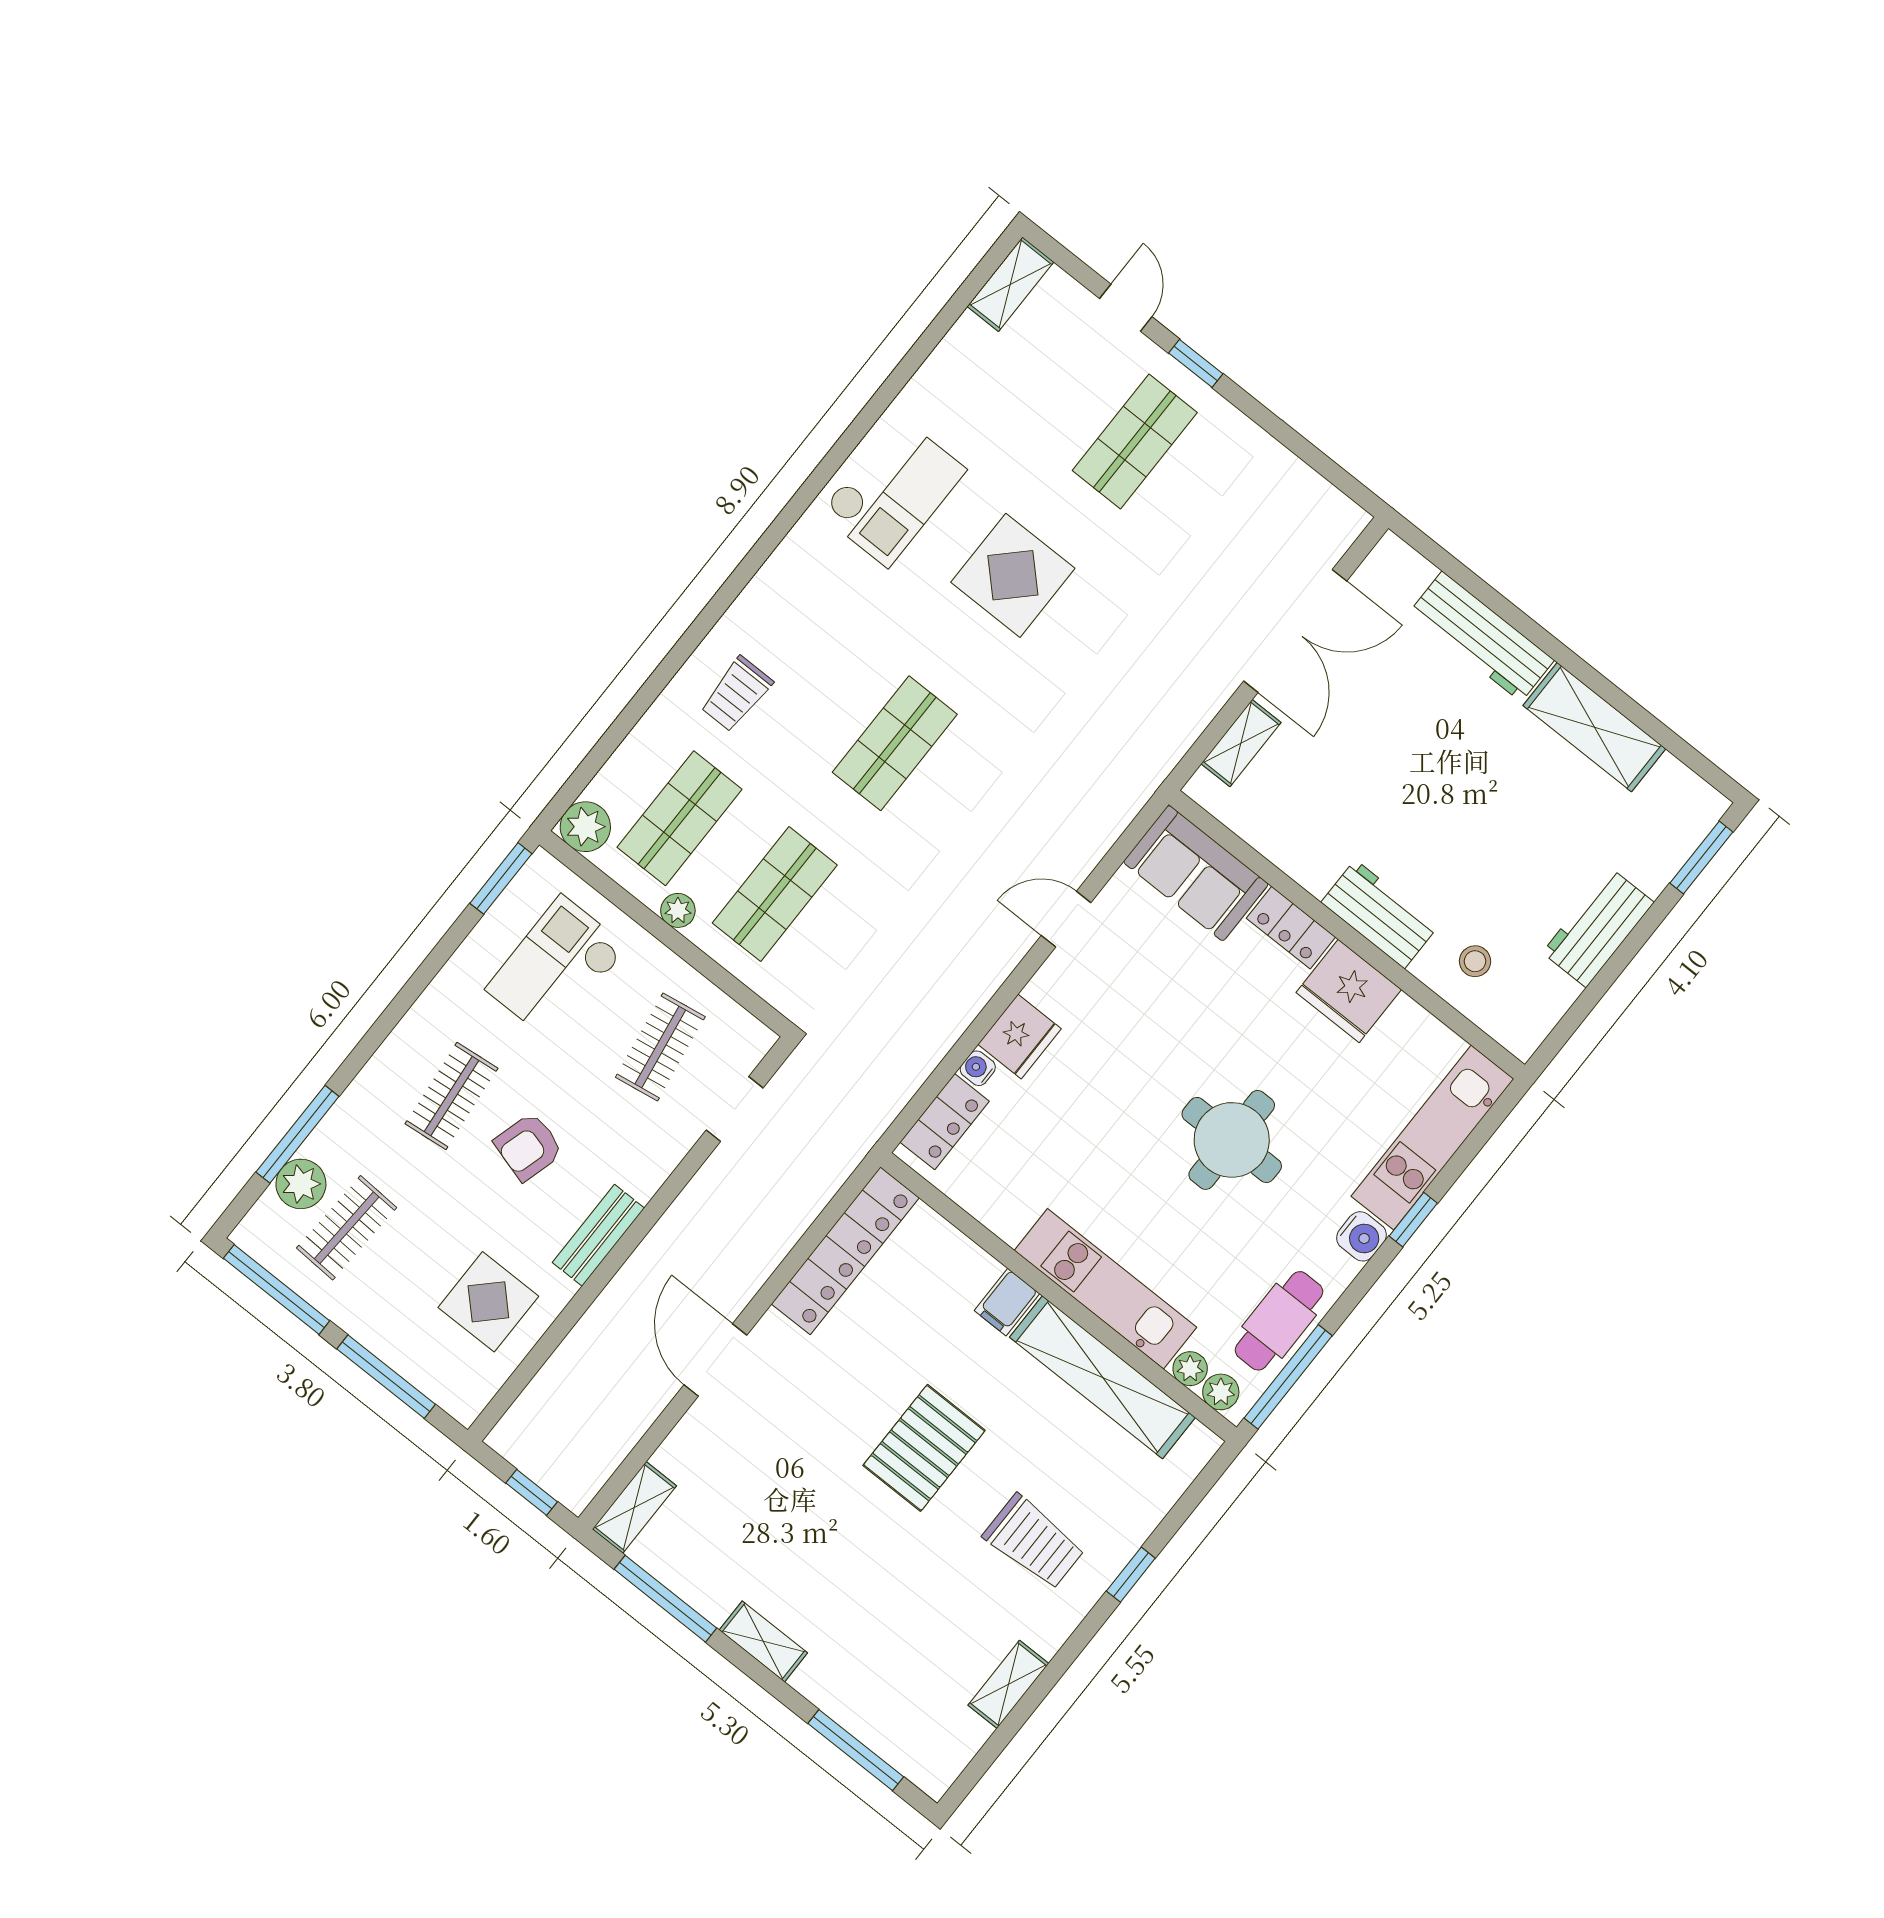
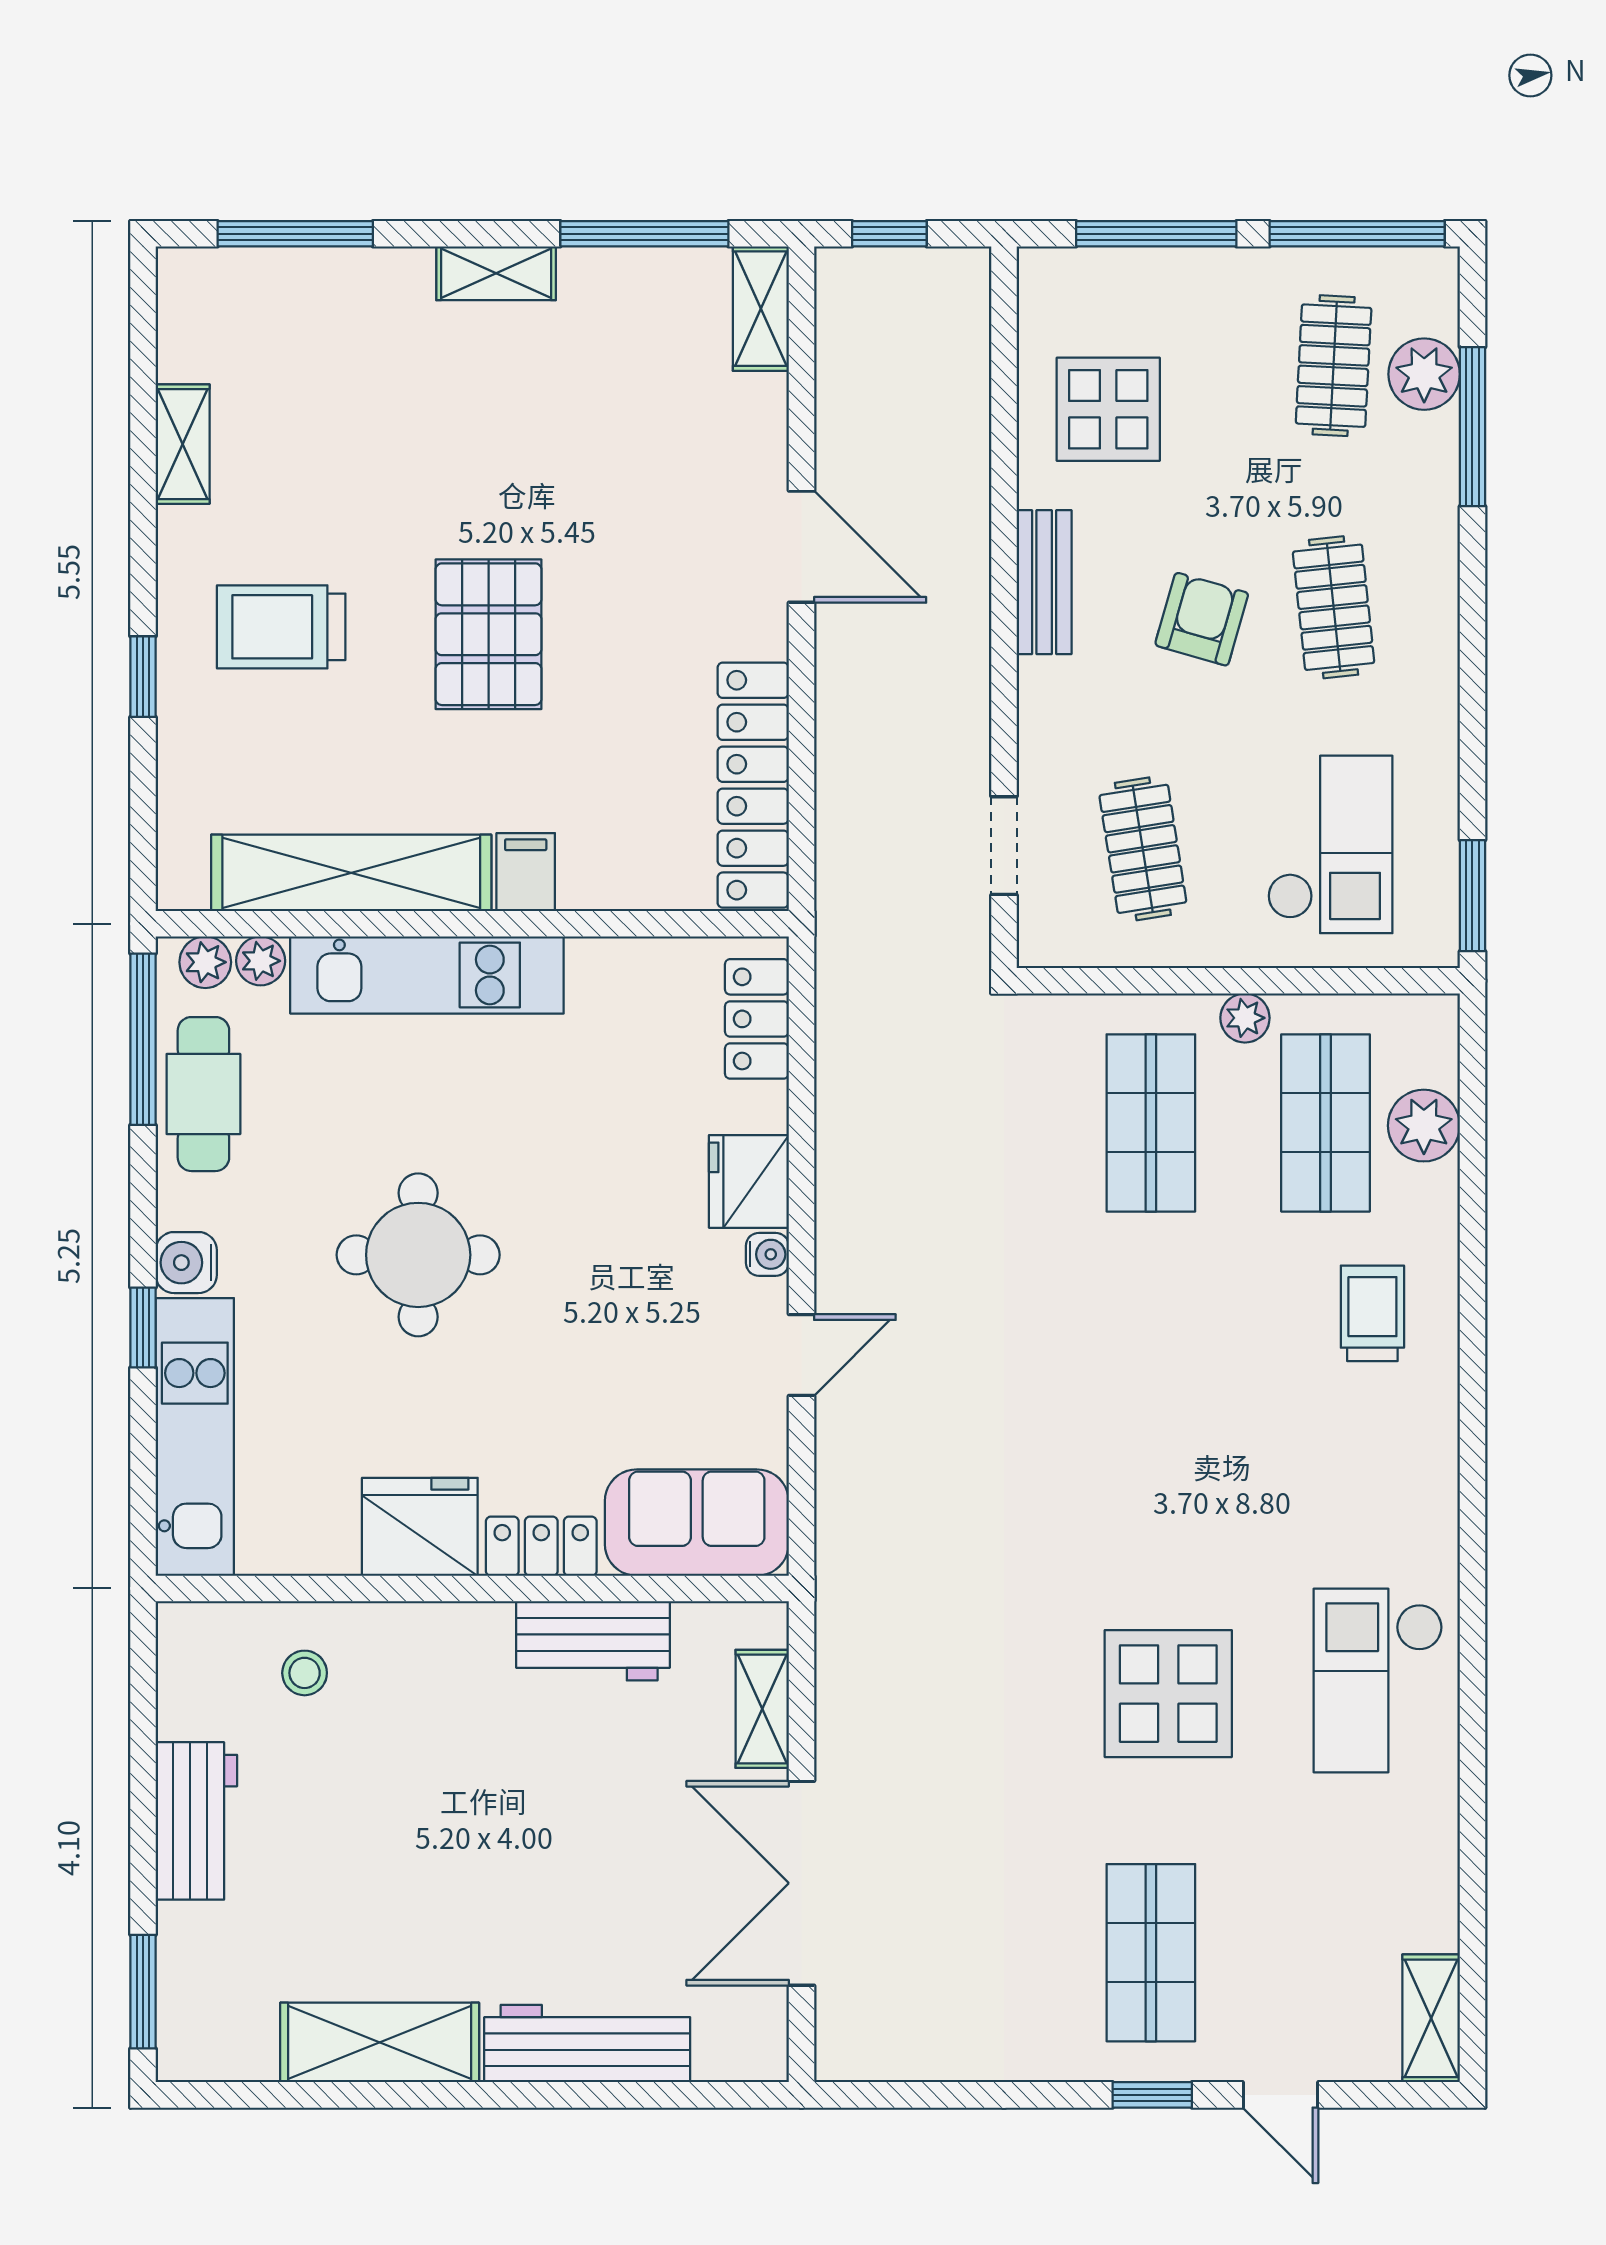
shop shelf: (895, 743) -> (1151, 1399), removed
plant: (585, 827) -> (1424, 1126), moved
workbench: (1380, 914) -> (593, 1641), moved
water cooler: (978, 1068) -> (767, 1254), moved

